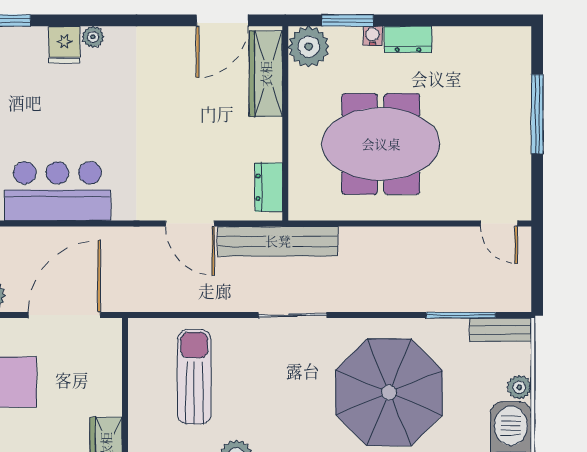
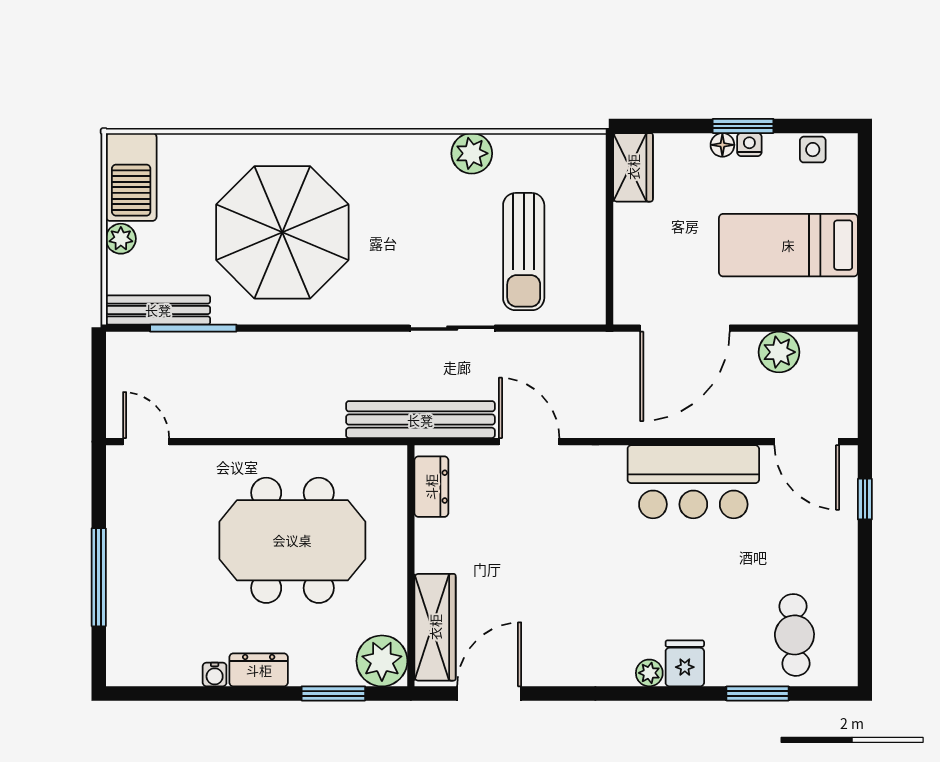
water cooler: (373, 36) -> (215, 674), moved
sliding door: (293, 315) -> (452, 328), moved
bench: (500, 330) -> (158, 310), width x1.36

